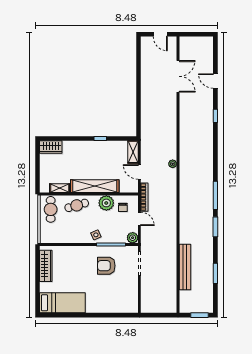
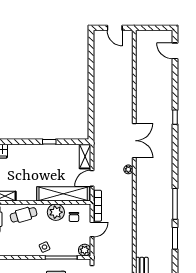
double door: (178, 76) -> (134, 141), moved
door: (215, 81) -> (175, 51), moved
door: (139, 172) -> (92, 178), hinge flipped
shelving: (95, 186) -> (63, 194), moved
door: (139, 219) -> (92, 230), hinge flipped

